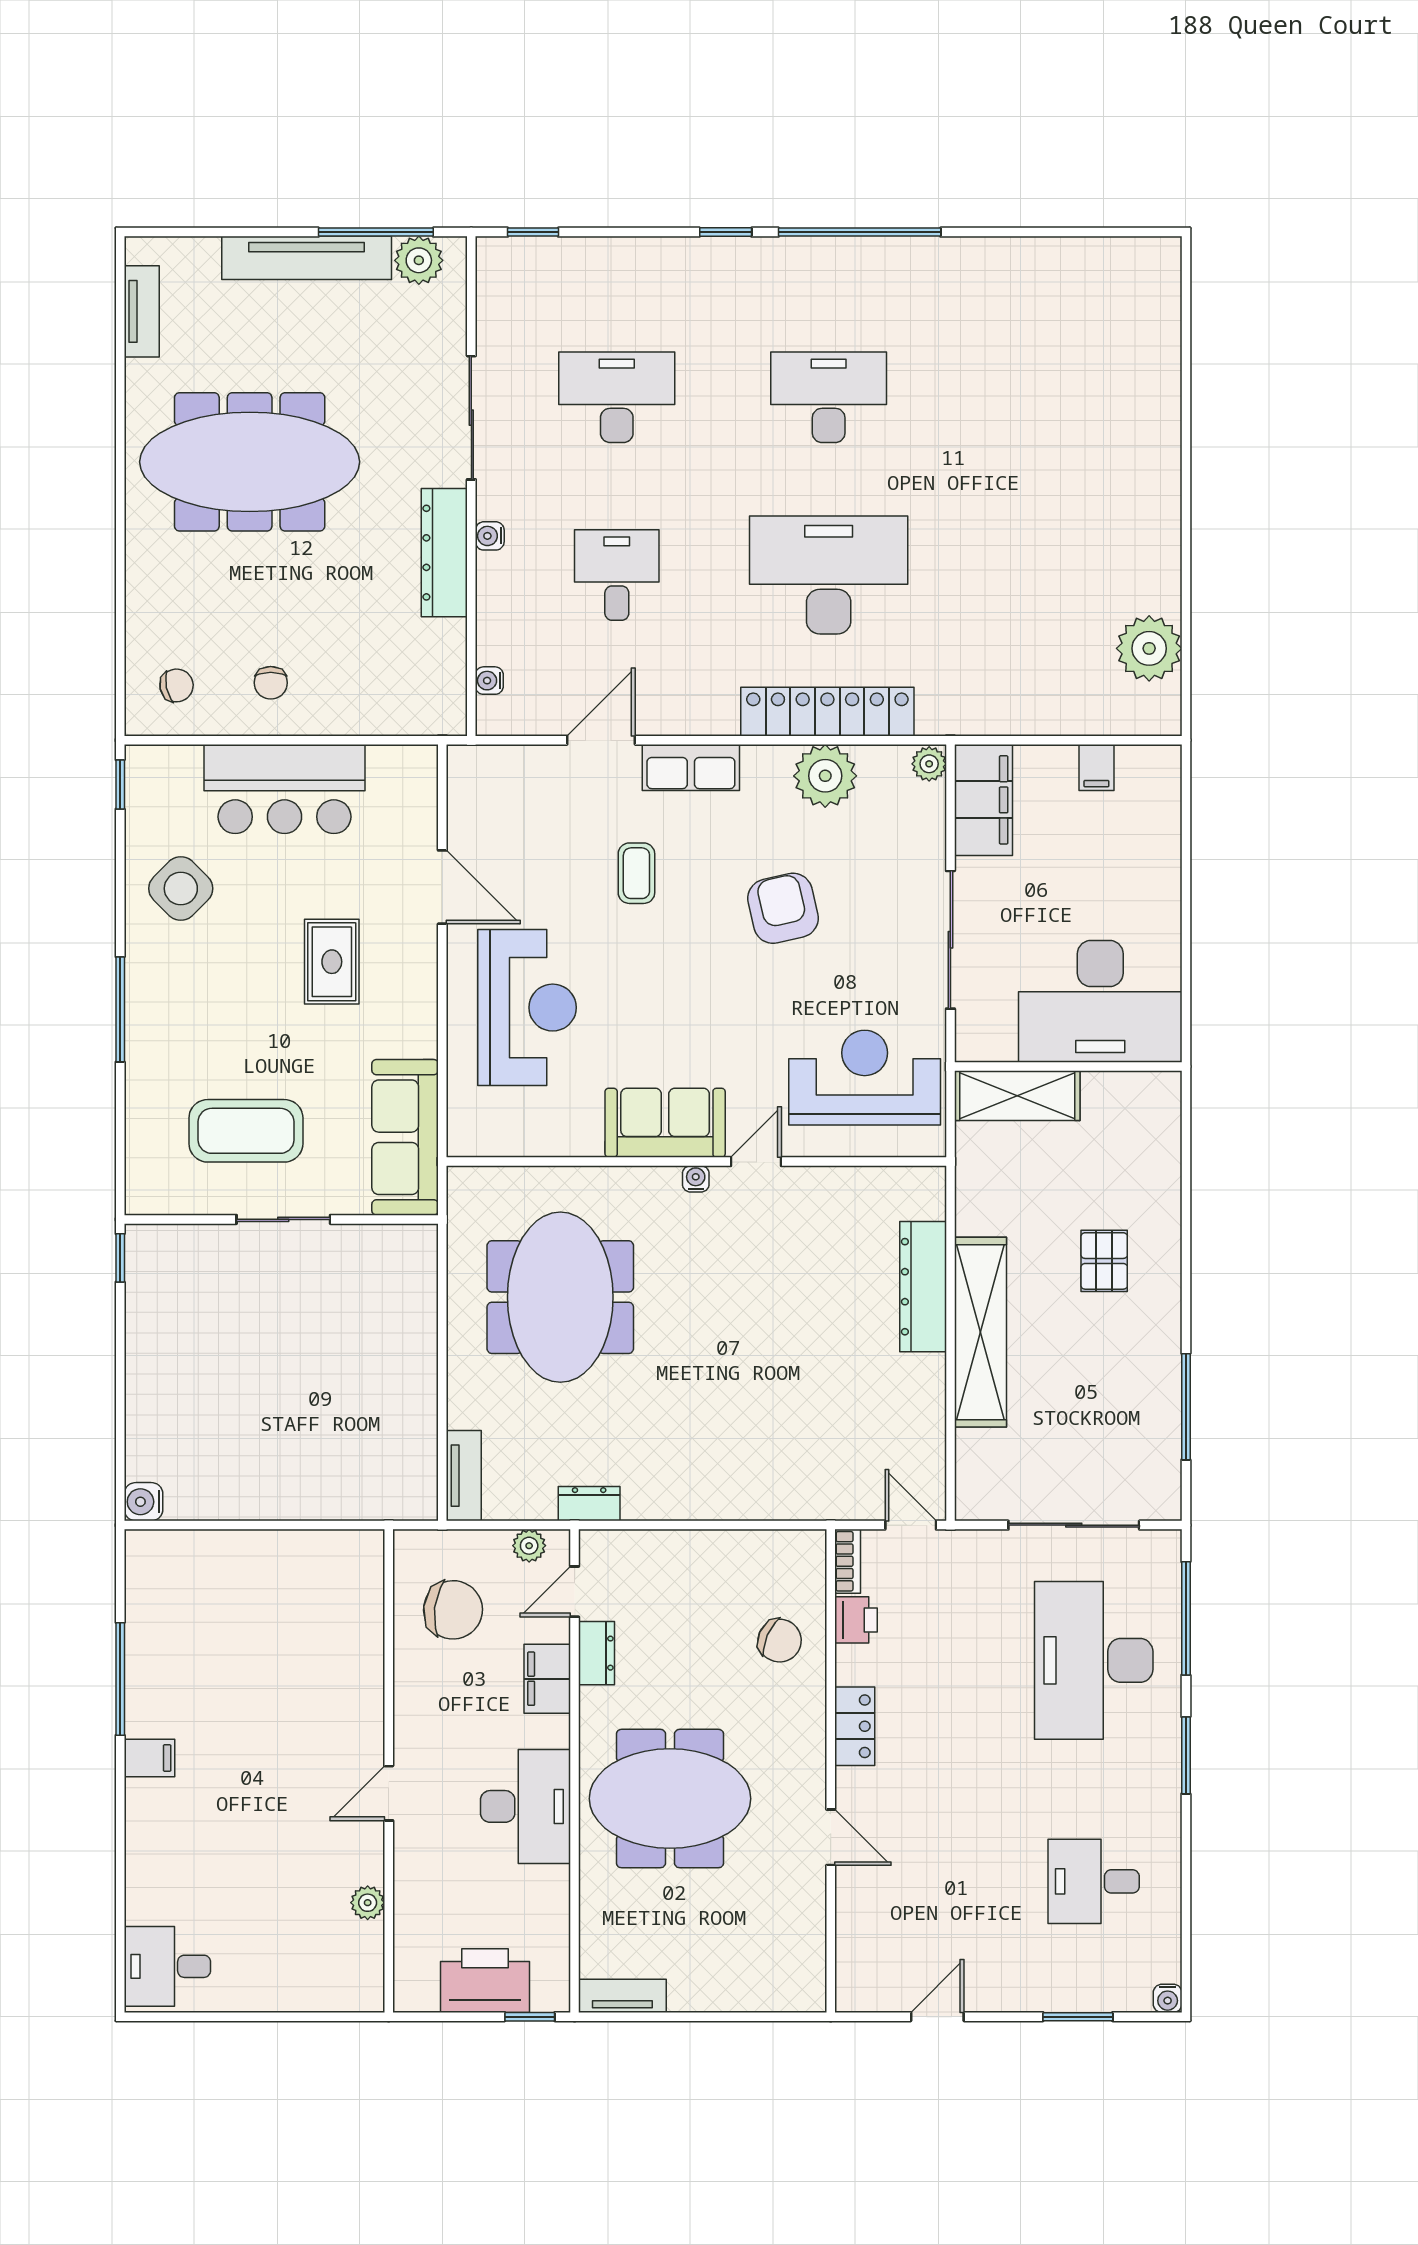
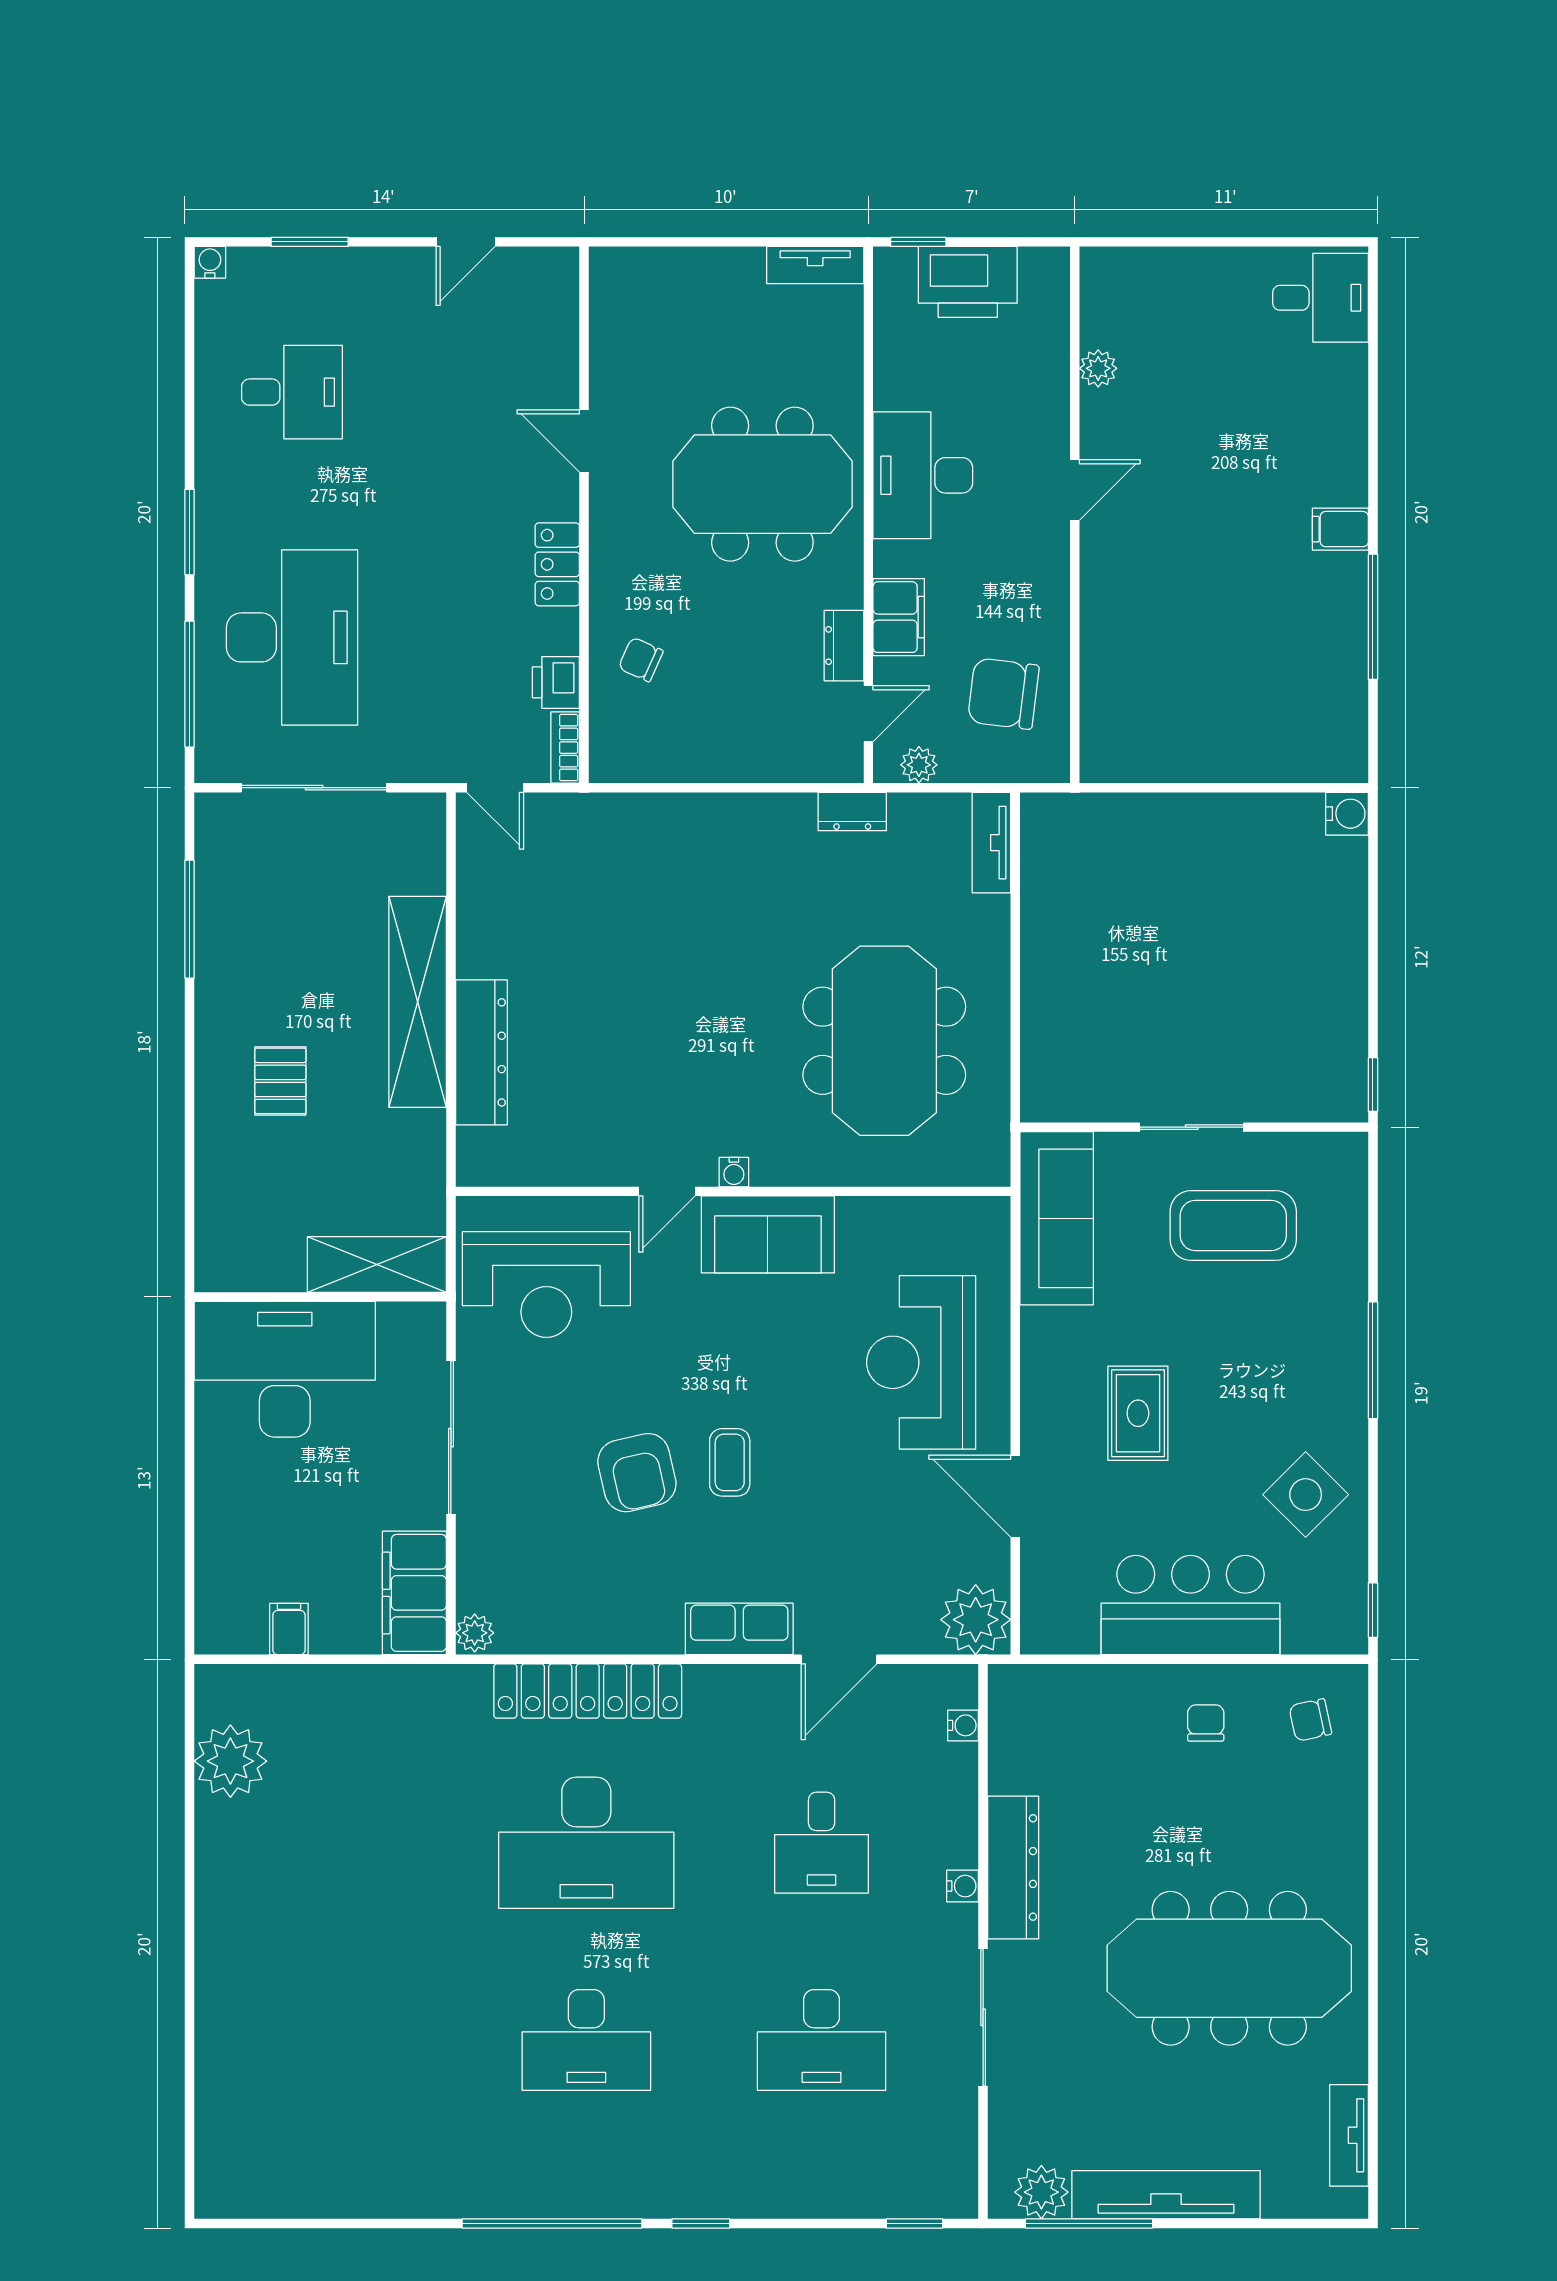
plant: (825, 776) -> (976, 1620), moved
coffee table: (636, 873) -> (730, 1462), moved
chair: (780, 1641) -> (641, 659), width x0.73, depth x0.73

